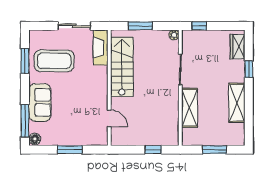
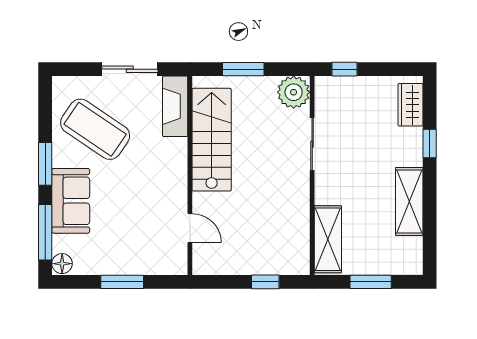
plant: (174, 35) -> (294, 92), width x1.88, depth x1.88
window: (25, 61) -> (45, 164), moved
coffee table: (54, 61) -> (95, 129), turned 34
shelving: (189, 108) -> (328, 239), moved

